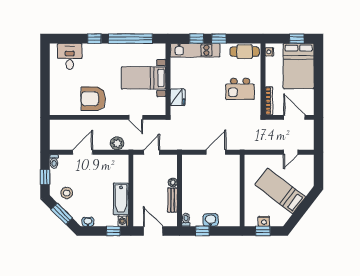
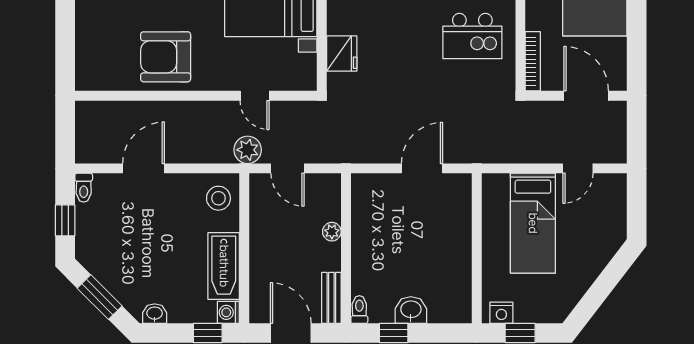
plant: (117, 143) -> (248, 150), moved
door: (152, 152) -> (288, 168), swing flipped
bed: (280, 191) -> (533, 223), moved, turned -128
stool: (67, 193) -> (218, 198), moved
bench: (173, 200) -> (331, 298), moved
nightstand: (264, 221) -> (501, 313), moved

